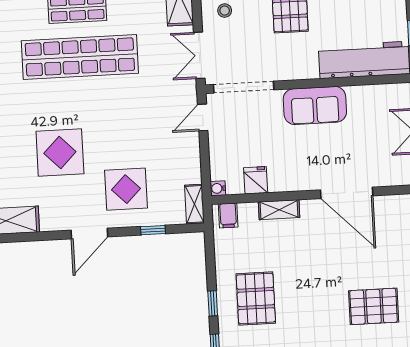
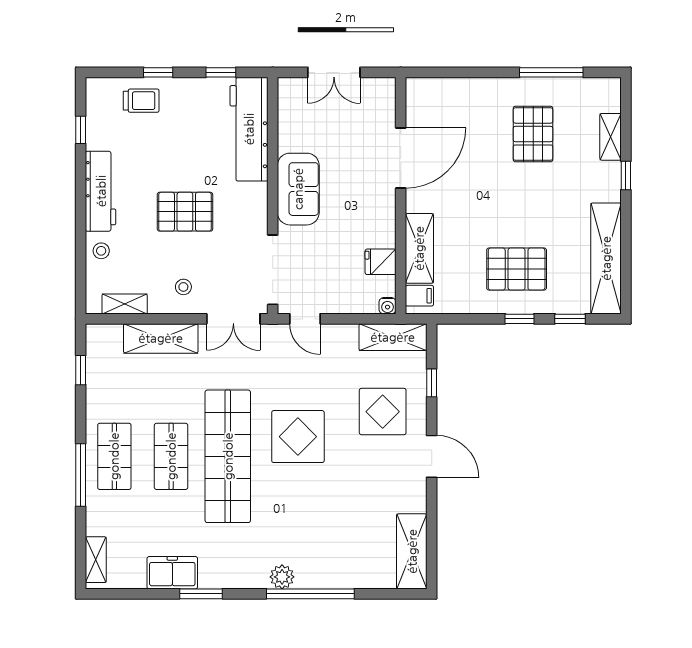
display table: (60, 152) -> (298, 437), moved
shelving: (194, 204) -> (393, 337), width x1.50, depth x1.33
shelving: (279, 210) -> (419, 248), width x1.50, depth x1.33

